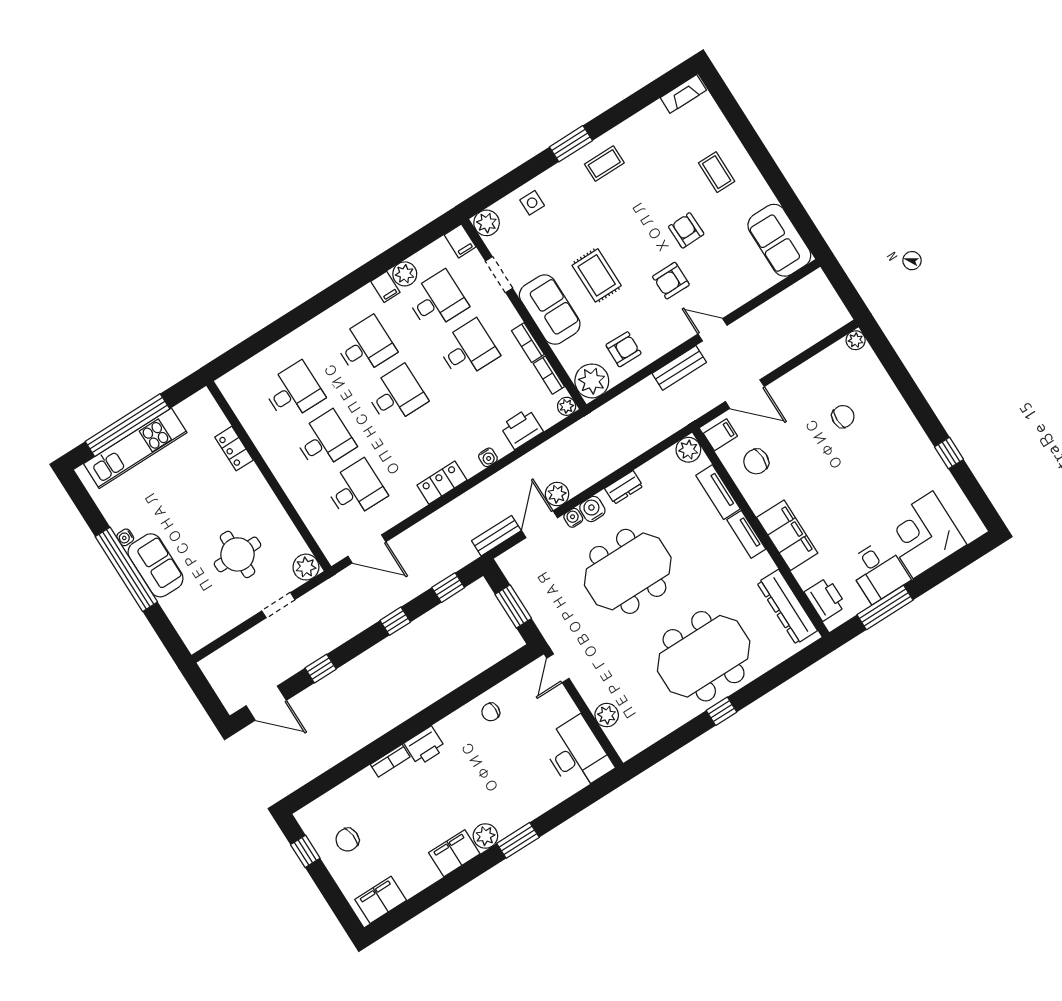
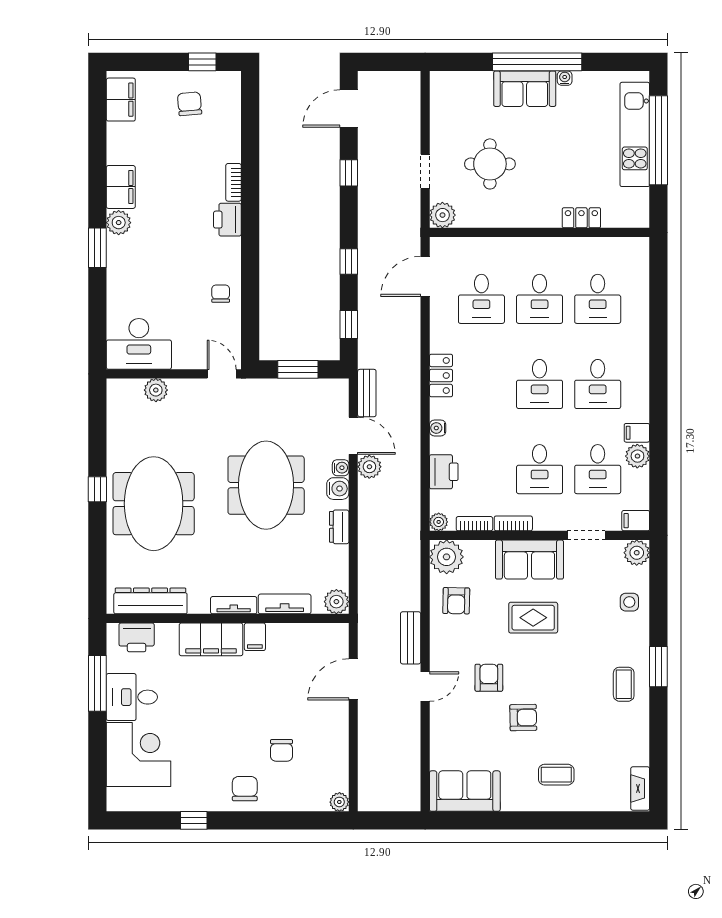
filing cabinet: (720, 435) -> (255, 637), moved
chair: (756, 462) -> (245, 789), moved

